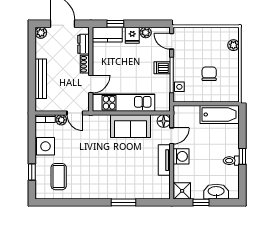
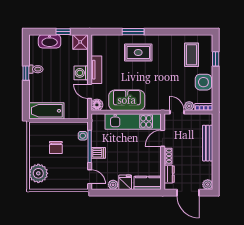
window: (115, 24) -> (140, 193), removed
plant: (233, 45) -> (38, 173), width x1.88, depth x1.88
door: (172, 136) -> (90, 91), hinge flipped
rug: (118, 179) -> (138, 53), added

